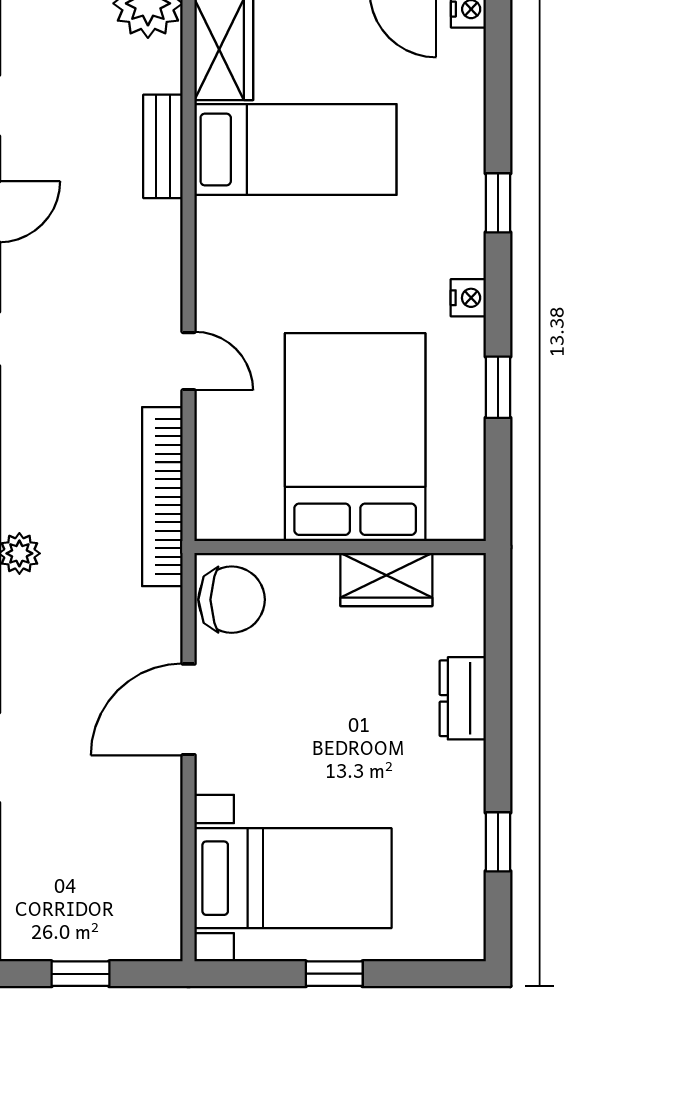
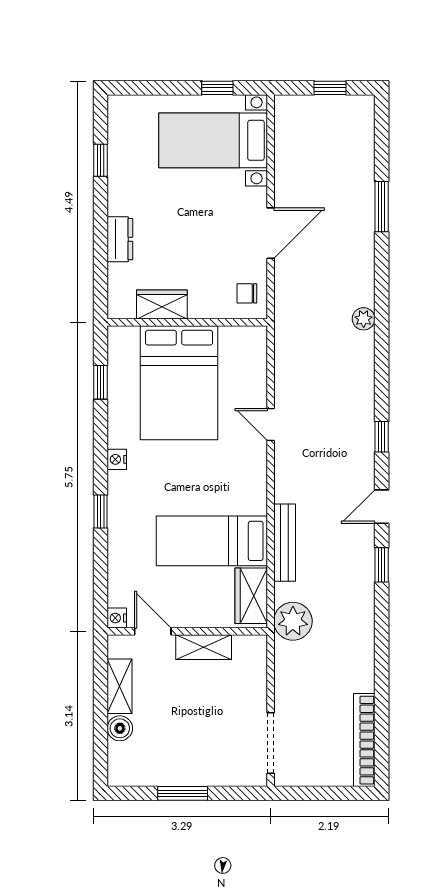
bench: (163, 146) -> (285, 543), width x1.36
window: (498, 387) -> (101, 382), moved
bookcase: (162, 497) -> (285, 350), removed
chair: (232, 600) -> (247, 293), width x0.54, depth x0.54
window: (334, 974) -> (217, 88), moved

